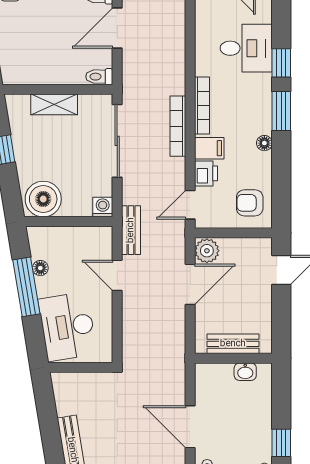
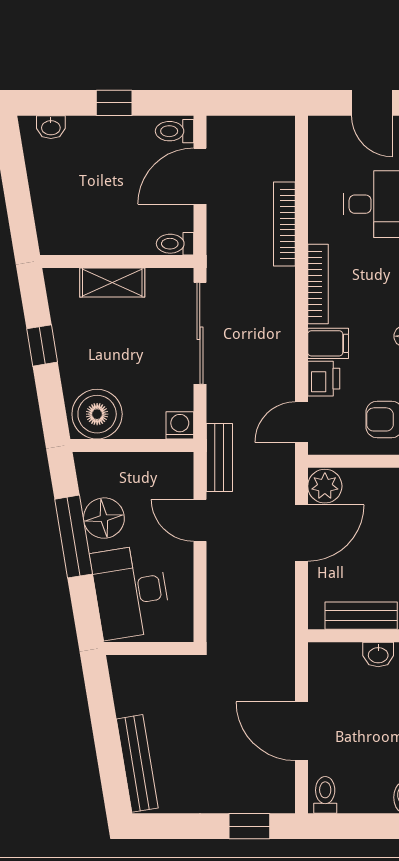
bookcase: (178, 126) -> (284, 224), moved
floor lamp: (40, 268) -> (104, 518), width x1.89, depth x1.89

